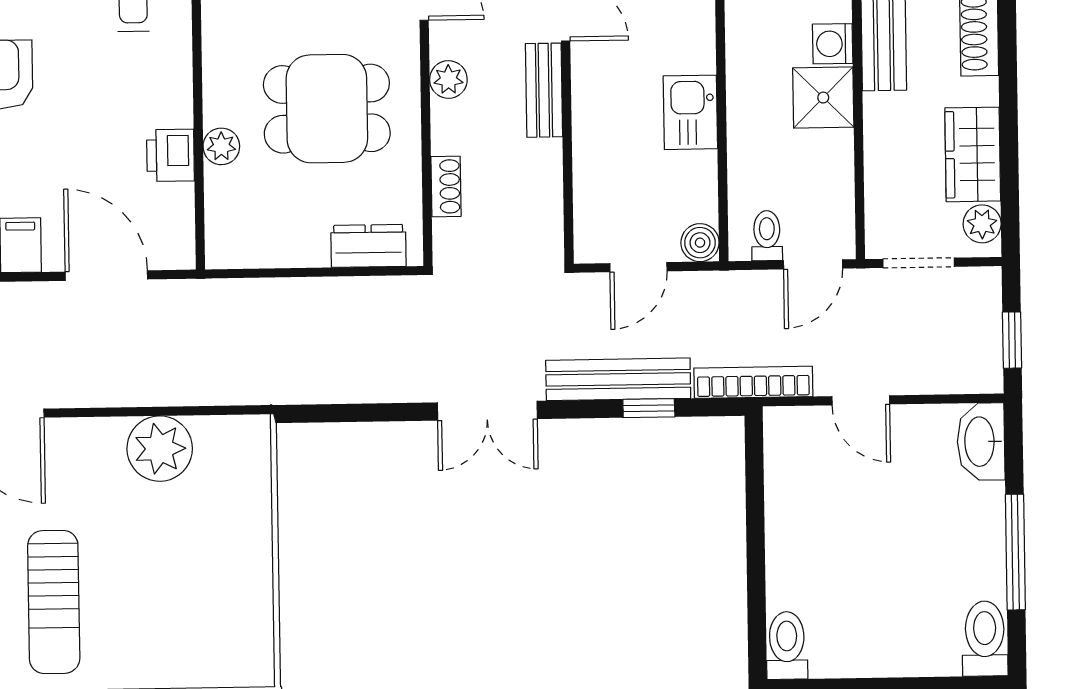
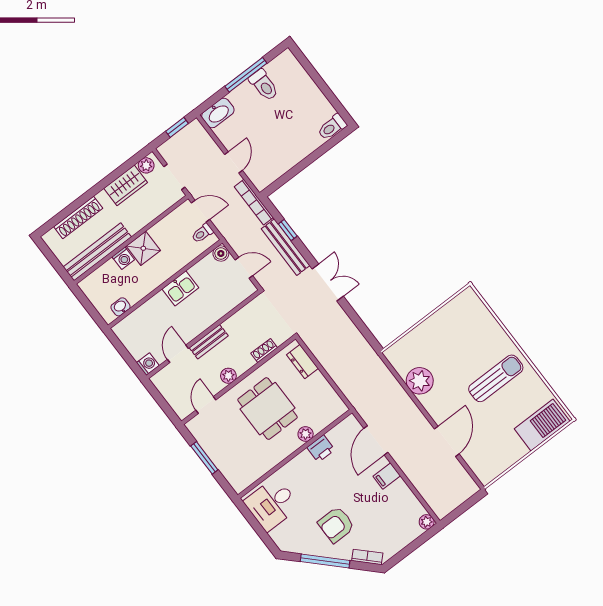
toilet: (985, 639) -> (264, 85), moved, turned -90

